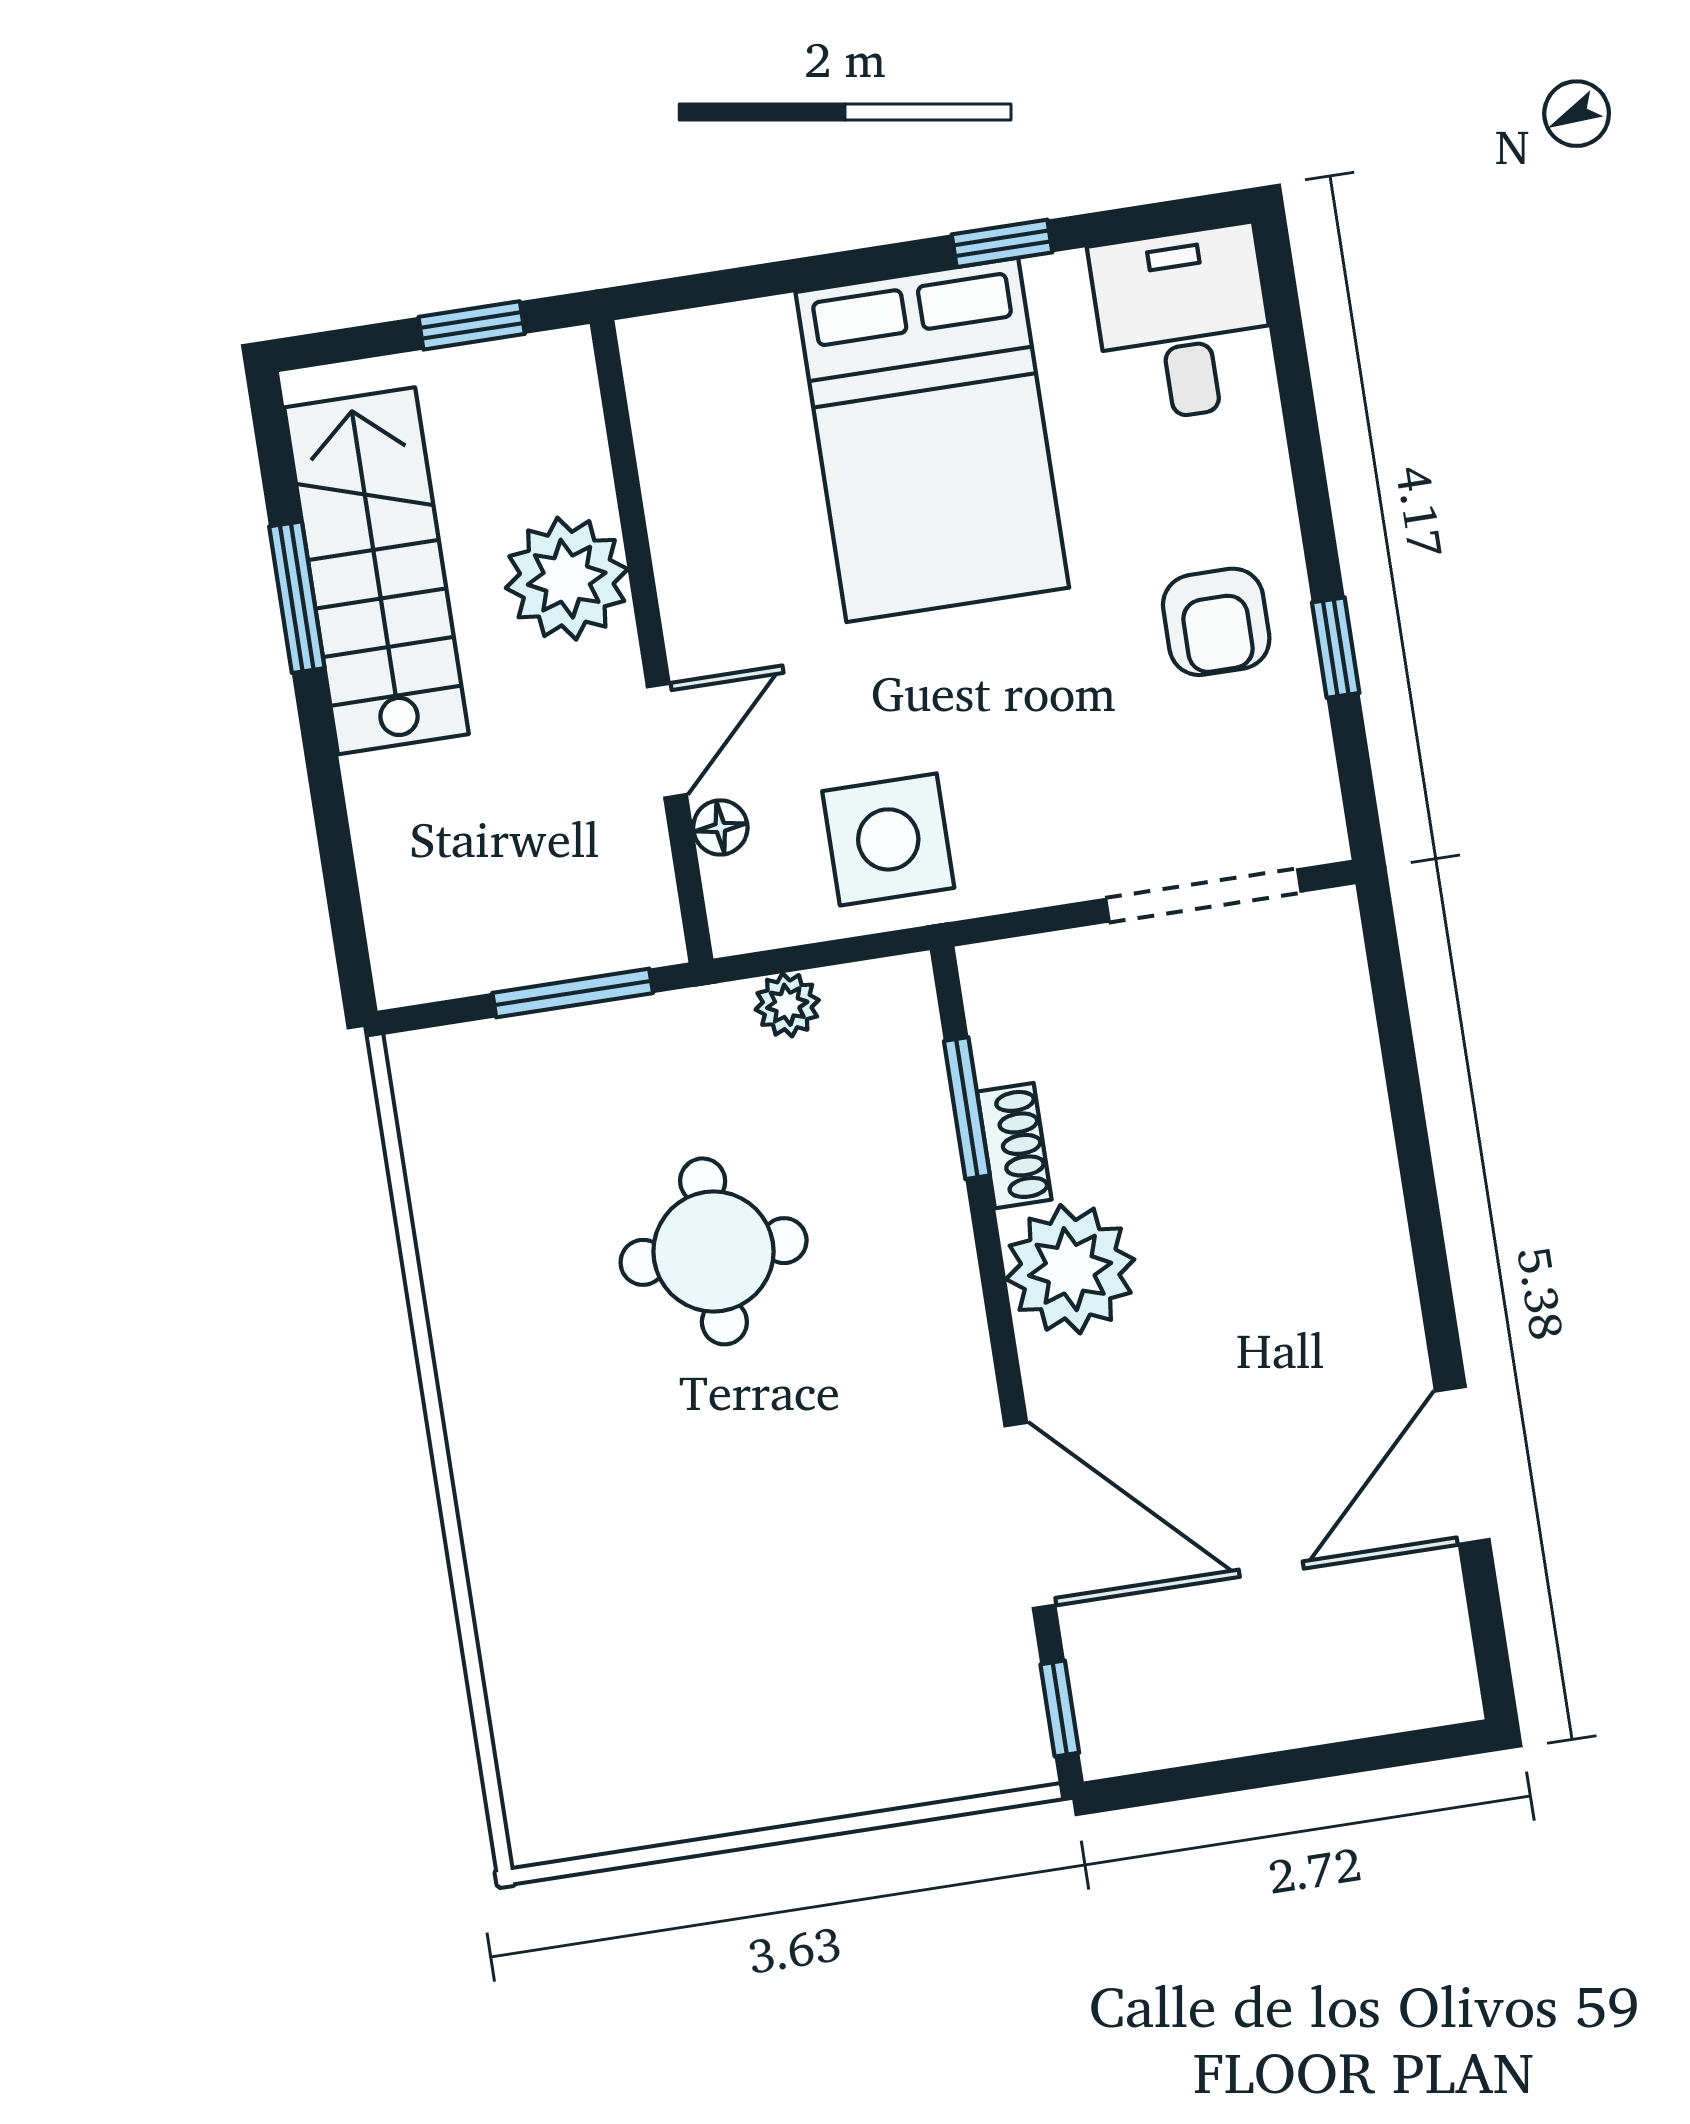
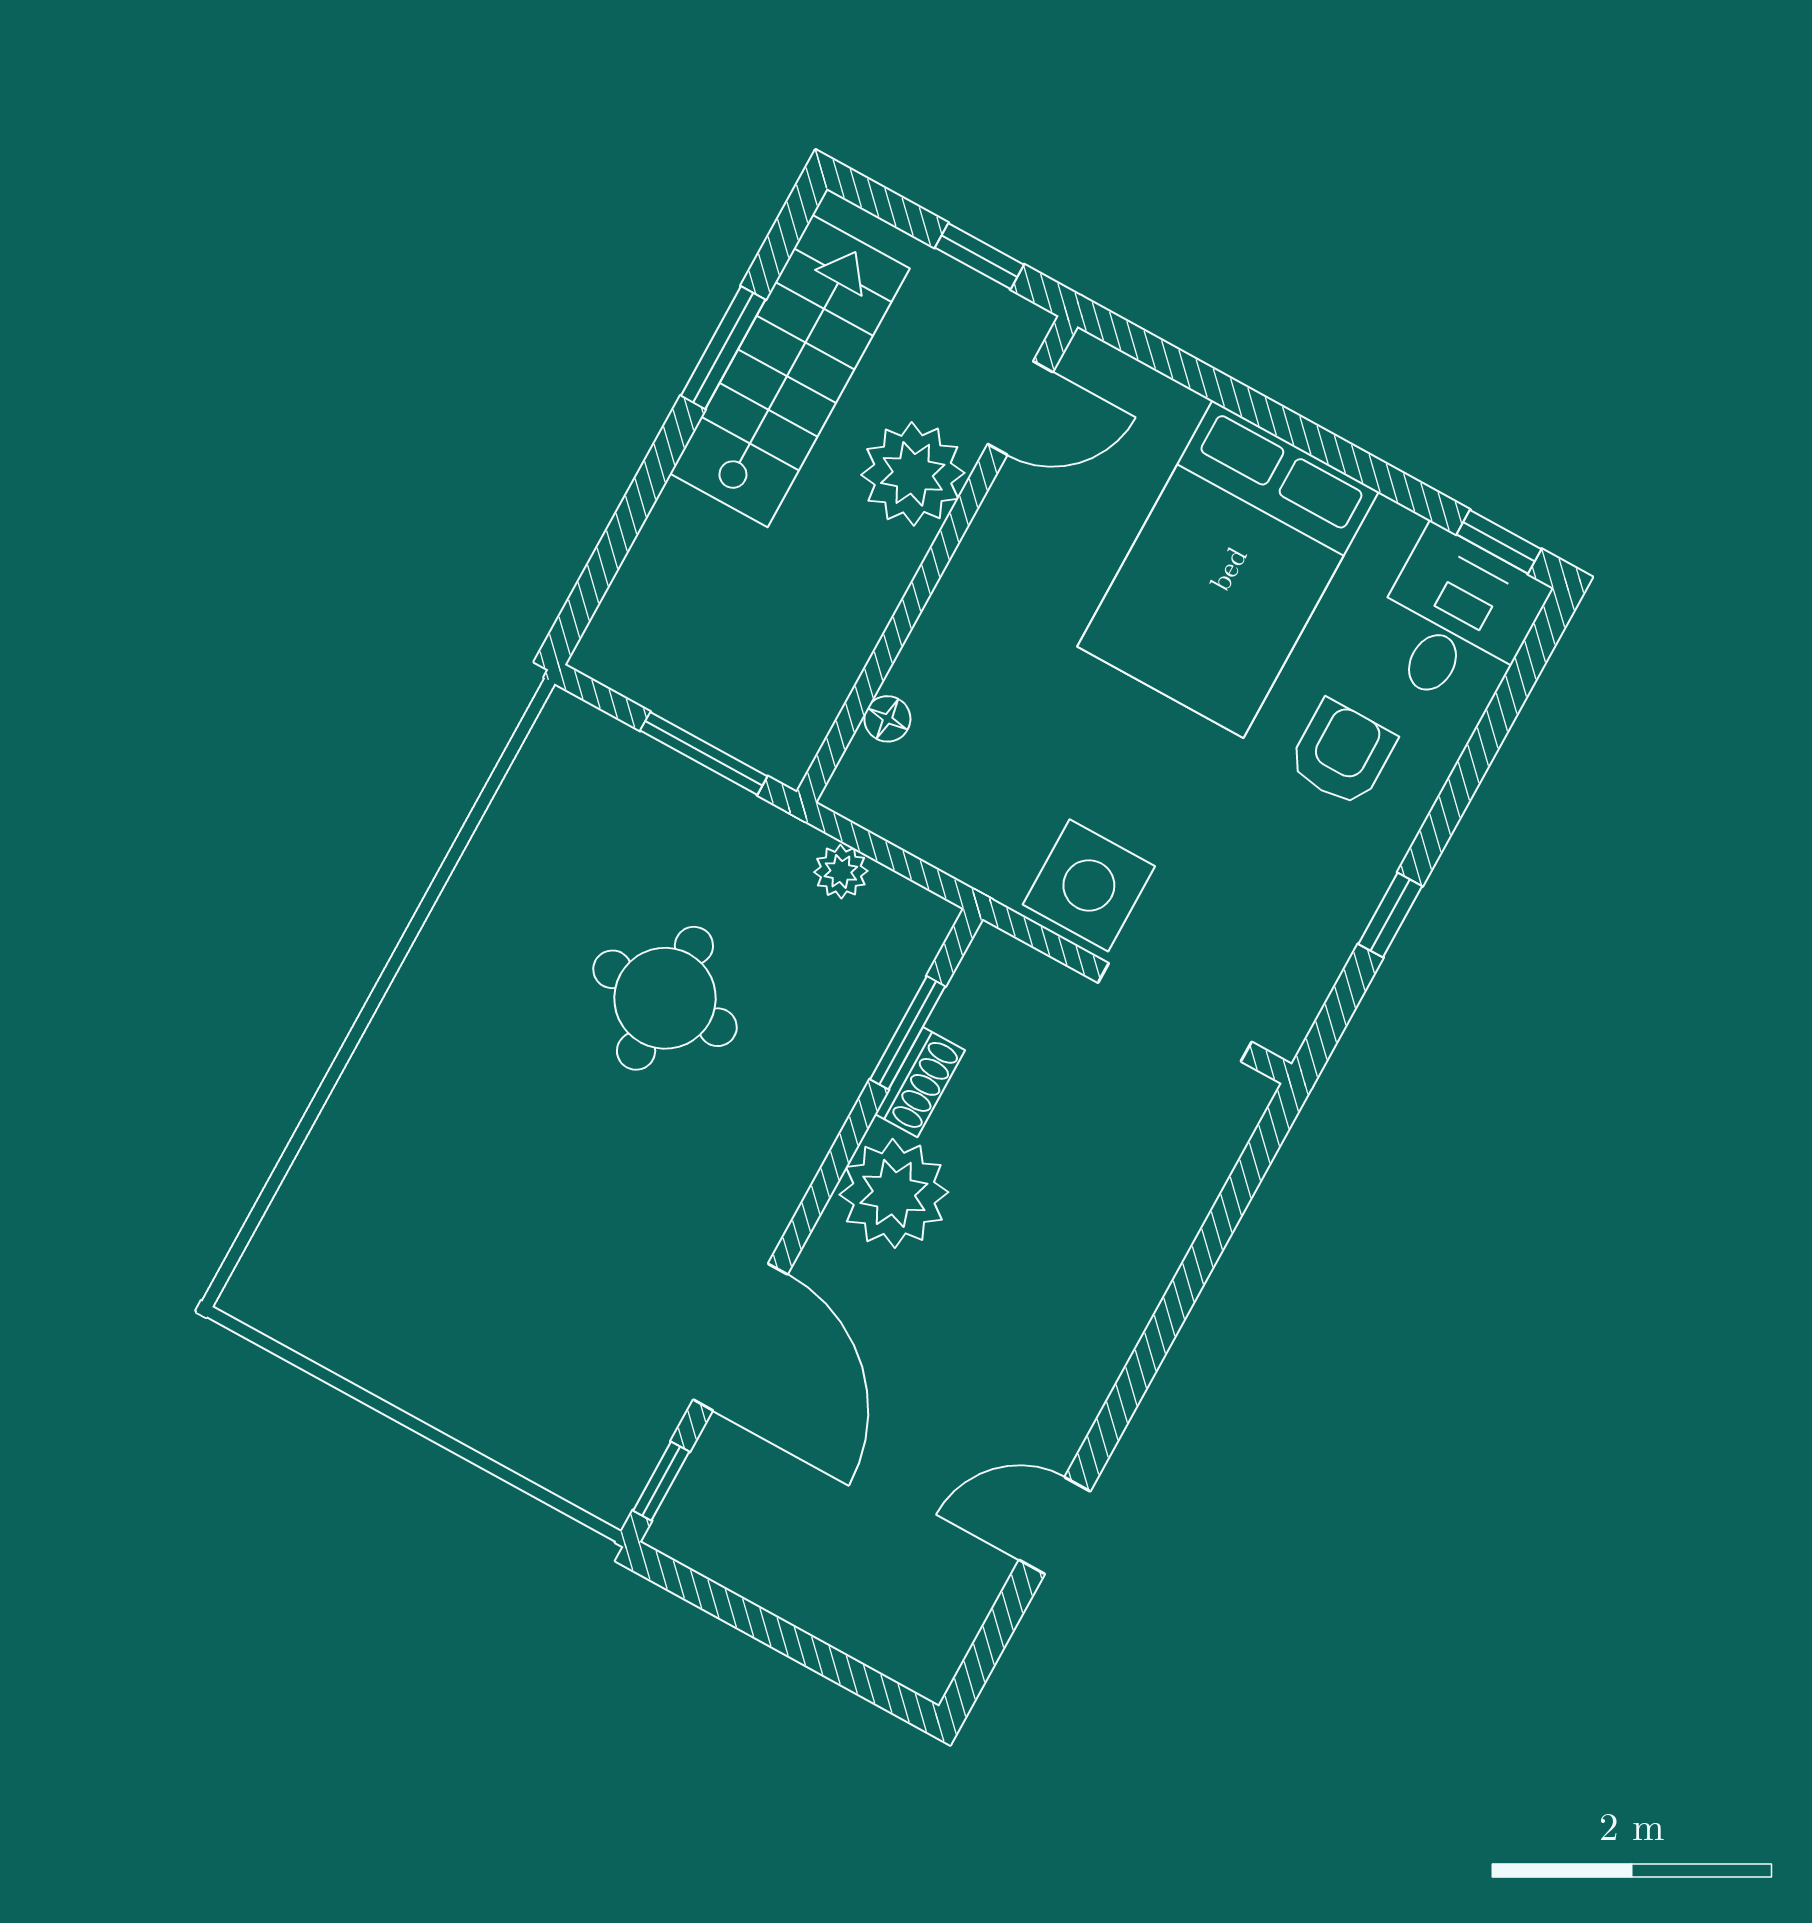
window: (1002, 243) -> (1499, 542), moved
armchair: (1216, 622) -> (1342, 753), moved, turned 180
door: (667, 741) -> (1020, 408), moved
side table: (888, 839) -> (1089, 885), moved
door: (1462, 1465) -> (1055, 1526), width x0.73

